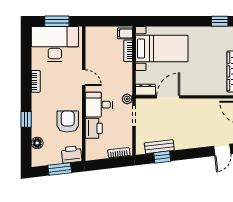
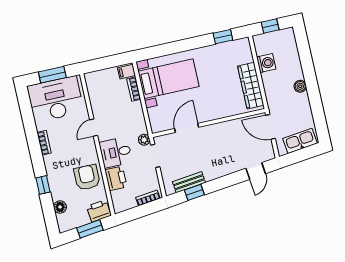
door: (84, 78) -> (94, 128), swing flipped
dresser: (145, 90) -> (161, 126), removed

